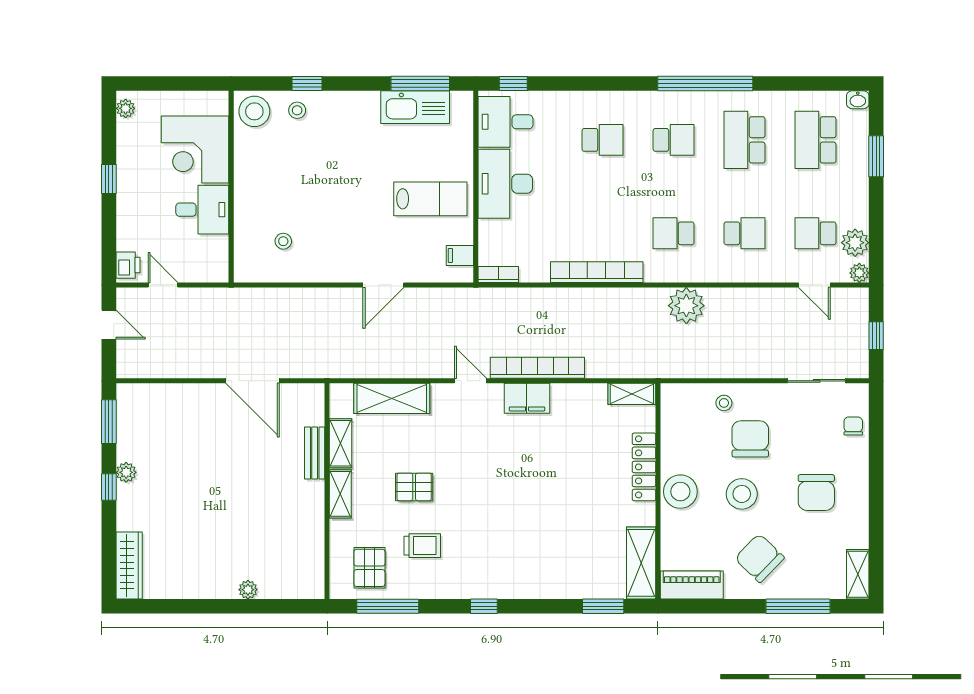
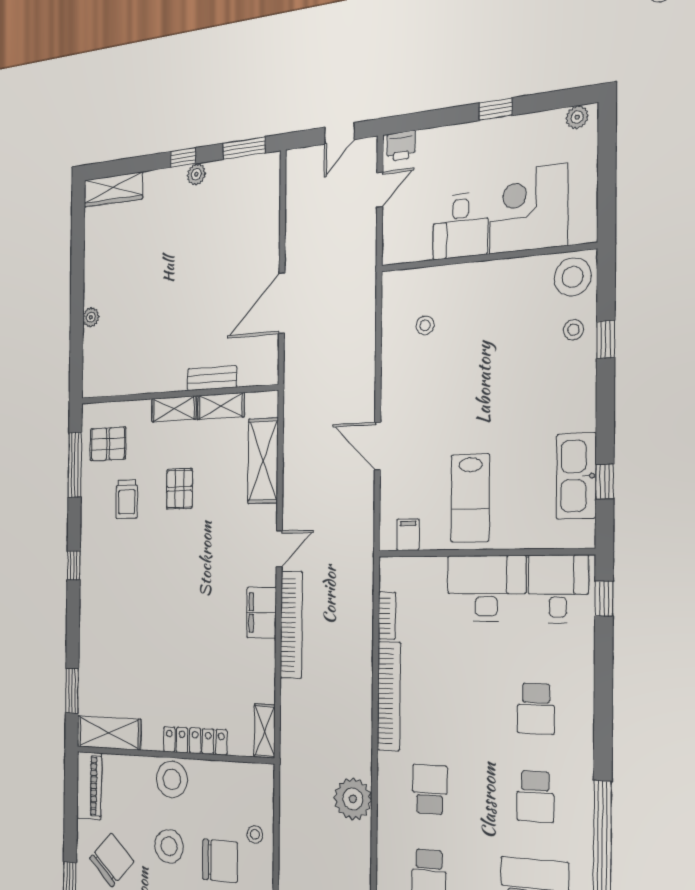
window: (420, 83) -> (605, 482), width x0.46
bookcase: (498, 274) -> (387, 616), moved

